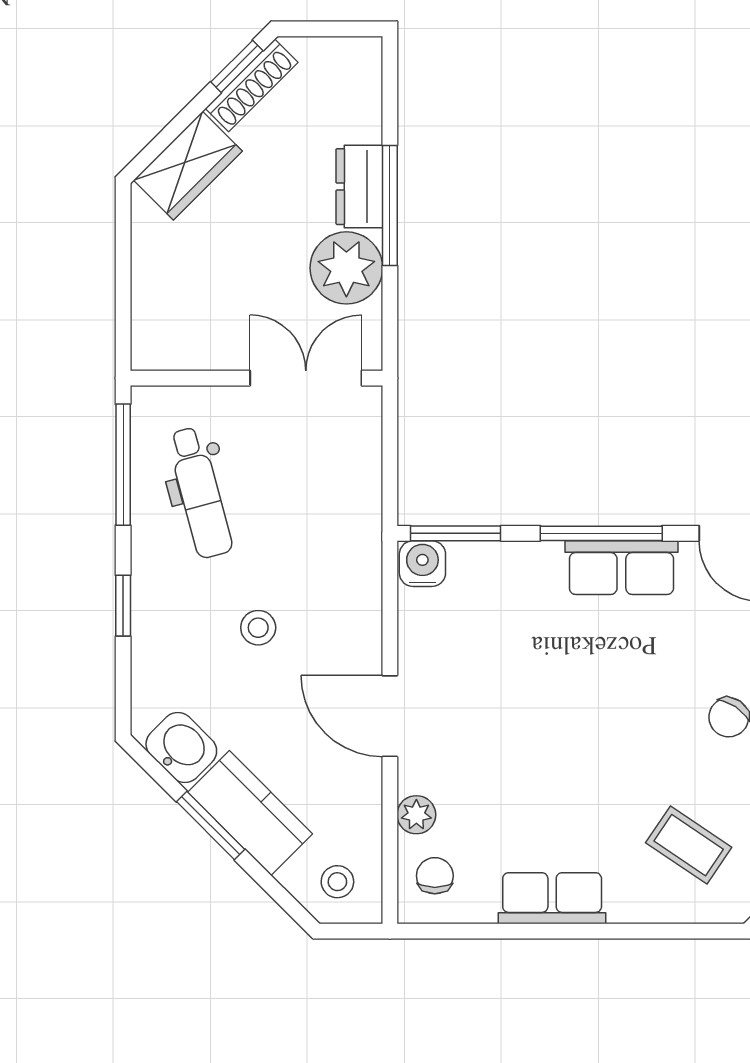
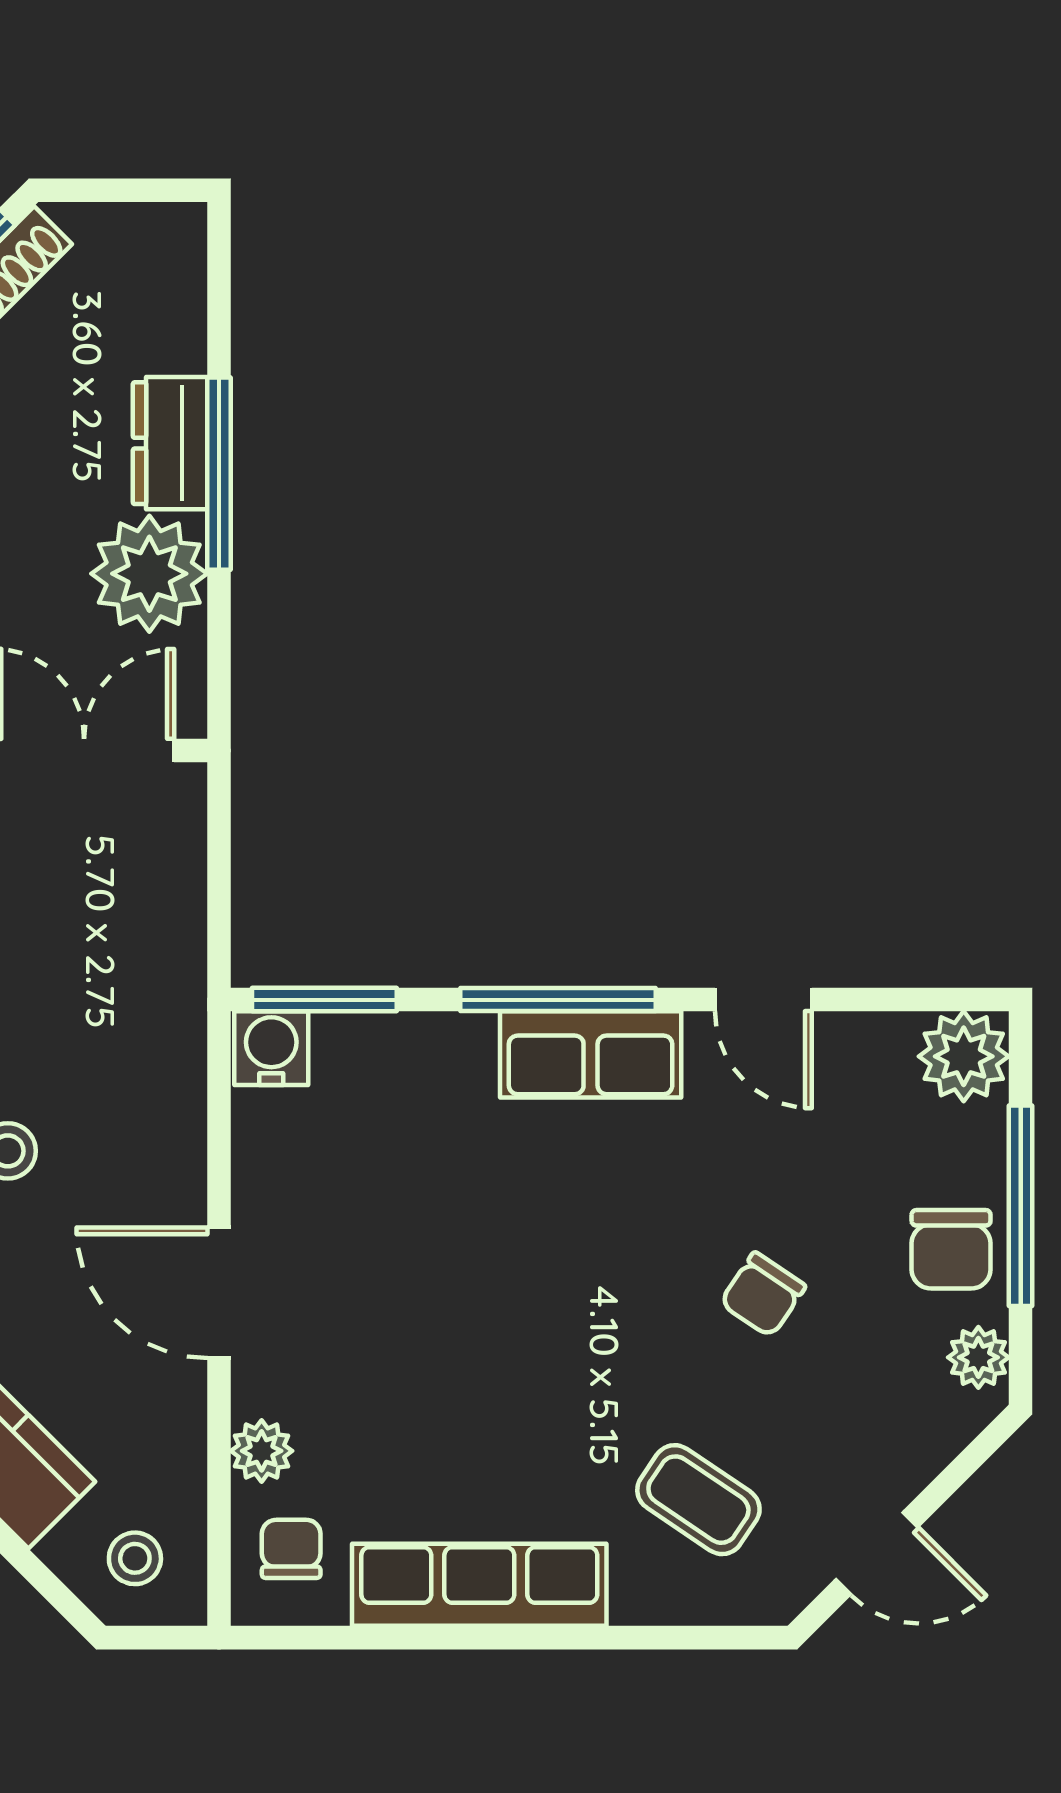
row of seats: (552, 898) -> (479, 1585), width x1.48

